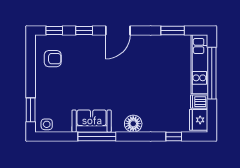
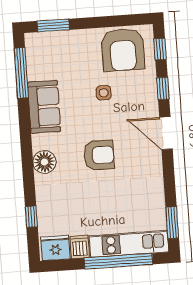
window: (173, 31) -> (172, 223), moved
armchair: (53, 59) -> (123, 50), width x1.88, depth x1.88
armchair: (131, 82) -> (99, 155), added
side table: (47, 124) -> (104, 93), moved
window: (97, 137) -> (21, 73), moved

